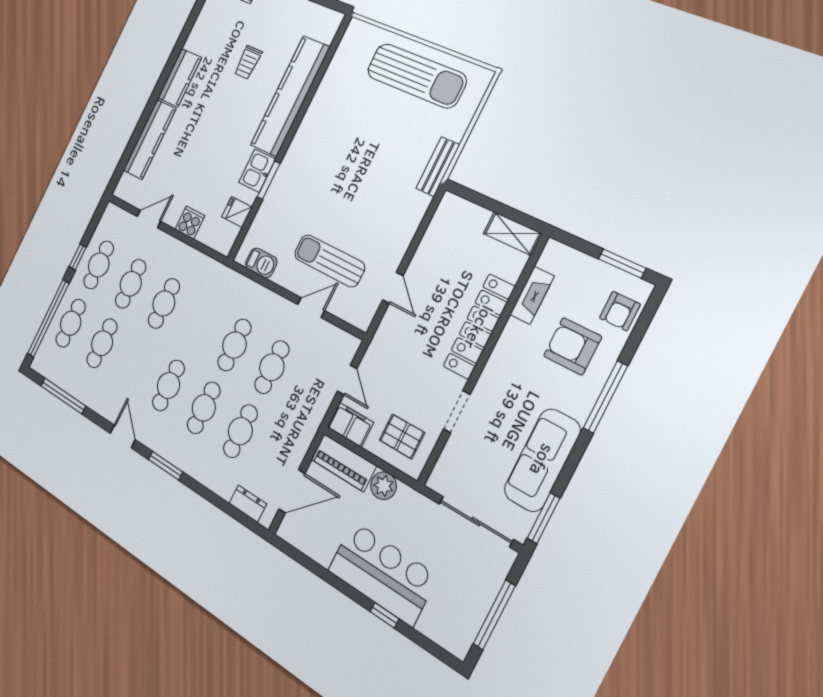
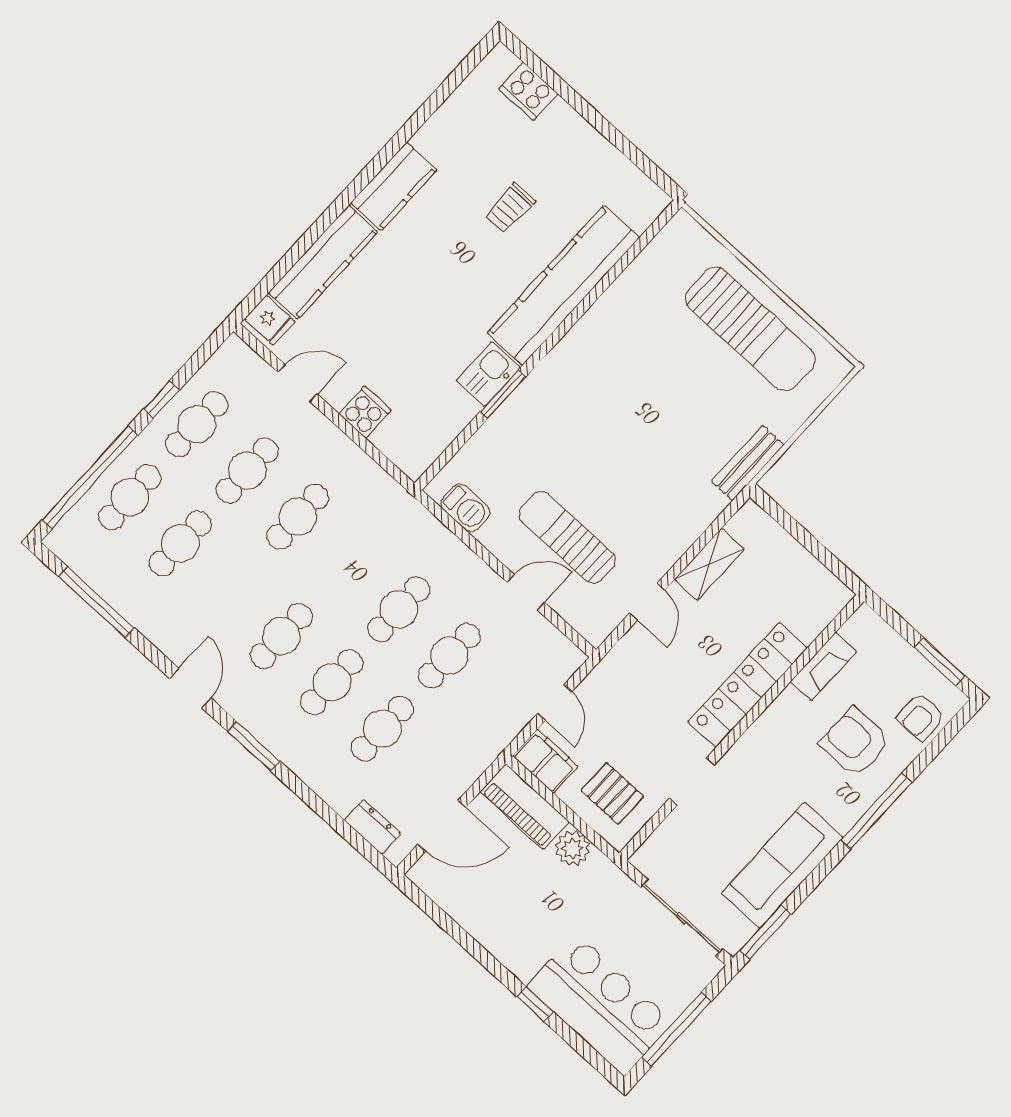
fridge: (237, 212) -> (270, 320), moved, turned 180
shelving: (512, 233) -> (709, 564), moved, turned 90
bar counter: (382, 573) -> (600, 1004), moved

